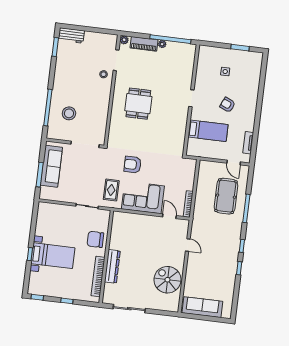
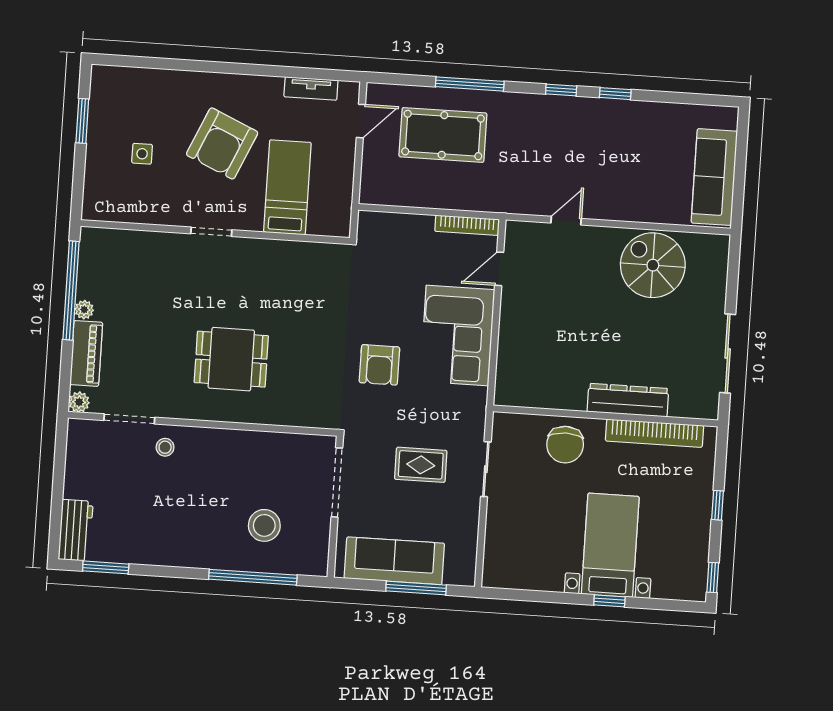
armchair: (228, 105) -> (222, 143), width x1.88, depth x1.88
rug: (111, 190) -> (421, 465), moved
spiral stairs: (167, 280) -> (653, 265), turned 90

